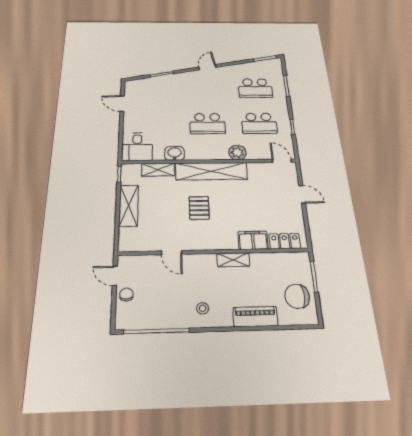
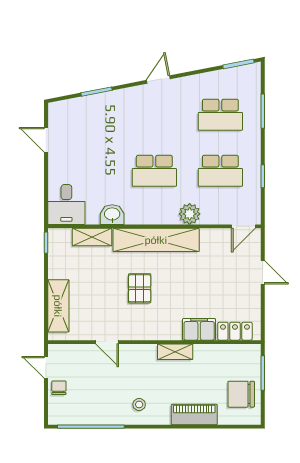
door: (282, 161) -> (243, 226), swing flipped
shelving: (129, 206) -> (58, 306), moved

